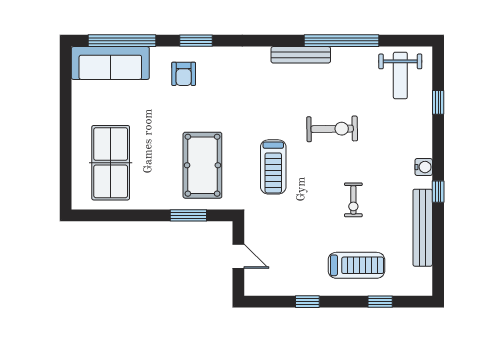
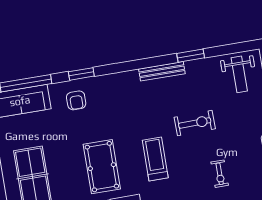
window: (341, 41) -> (191, 56), width x0.47
treadmill: (273, 167) -> (155, 159), turned 180

